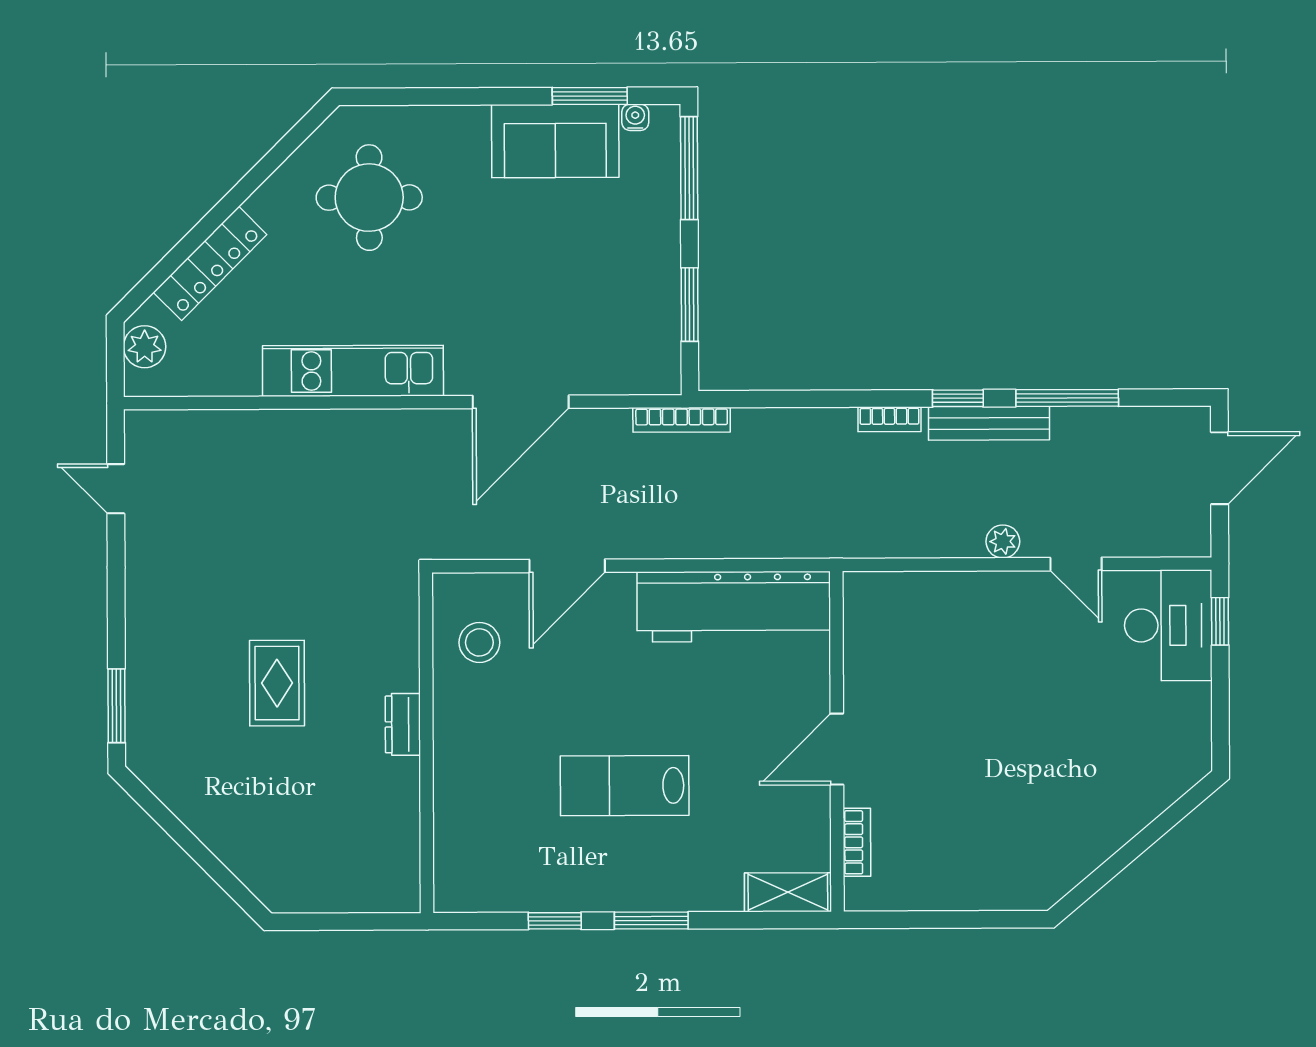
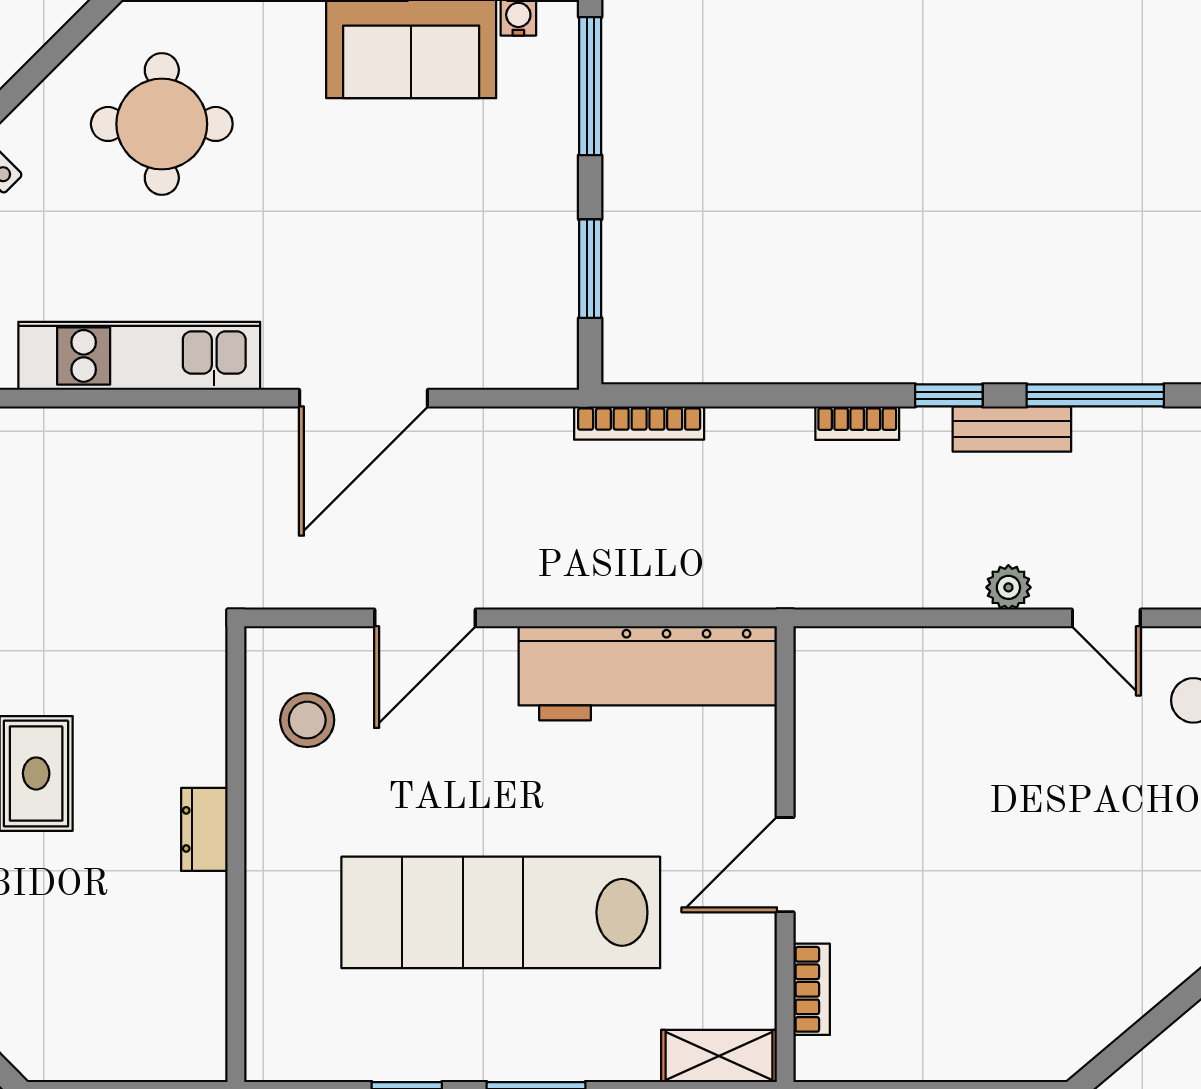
bookcase: (682, 420) -> (639, 423), moved
bench: (989, 423) -> (1012, 429), width x0.73
lab bench: (625, 786) -> (501, 912), width x1.86, depth x1.39

